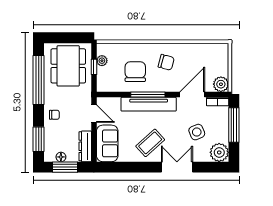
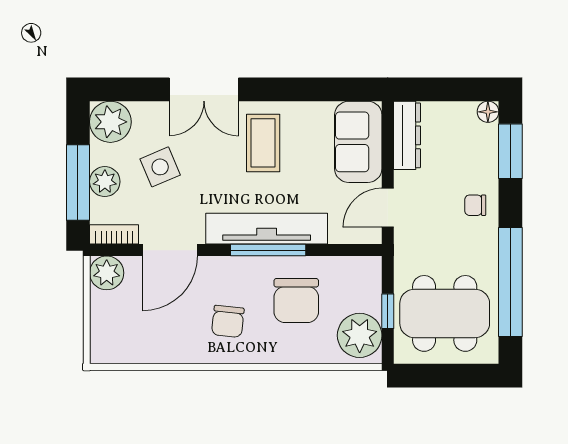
plant: (102, 61) -> (360, 335), width x1.87, depth x1.87
chair: (166, 62) -> (228, 321), turned -99
dining table: (68, 66) -> (445, 313), turned 90
door: (94, 114) -> (388, 208), hinge flipped
plant: (222, 125) -> (105, 182), added
coffee table: (150, 143) -> (263, 143), turned -48
floor lamp: (61, 157) -> (488, 112), moved
window: (65, 167) -> (452, 89), removed

